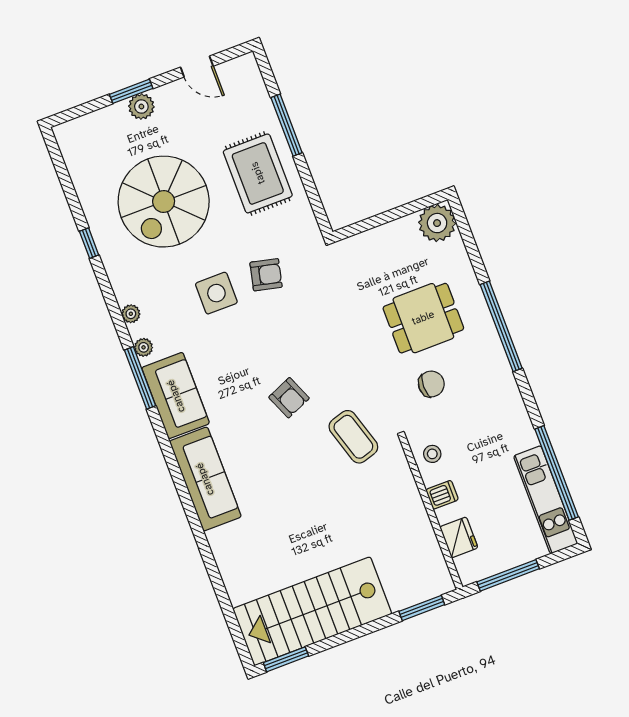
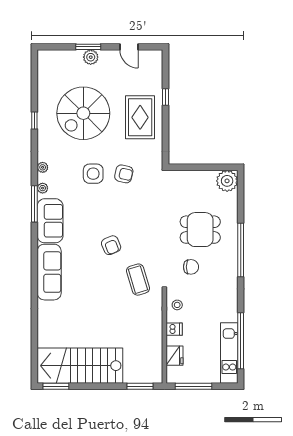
window: (287, 125) -> (166, 97), width x0.46

